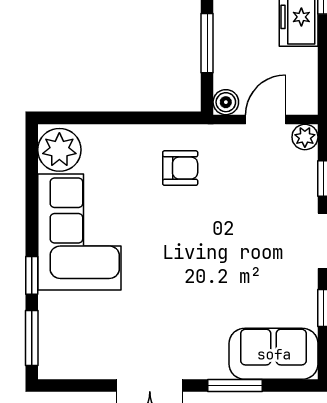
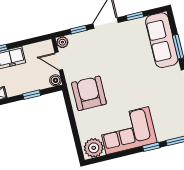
window: (207, 43) -> (32, 95), width x0.67
armchair: (180, 168) -> (89, 93), width x1.88, depth x1.88
sofa: (274, 354) -> (162, 40), width x1.36

